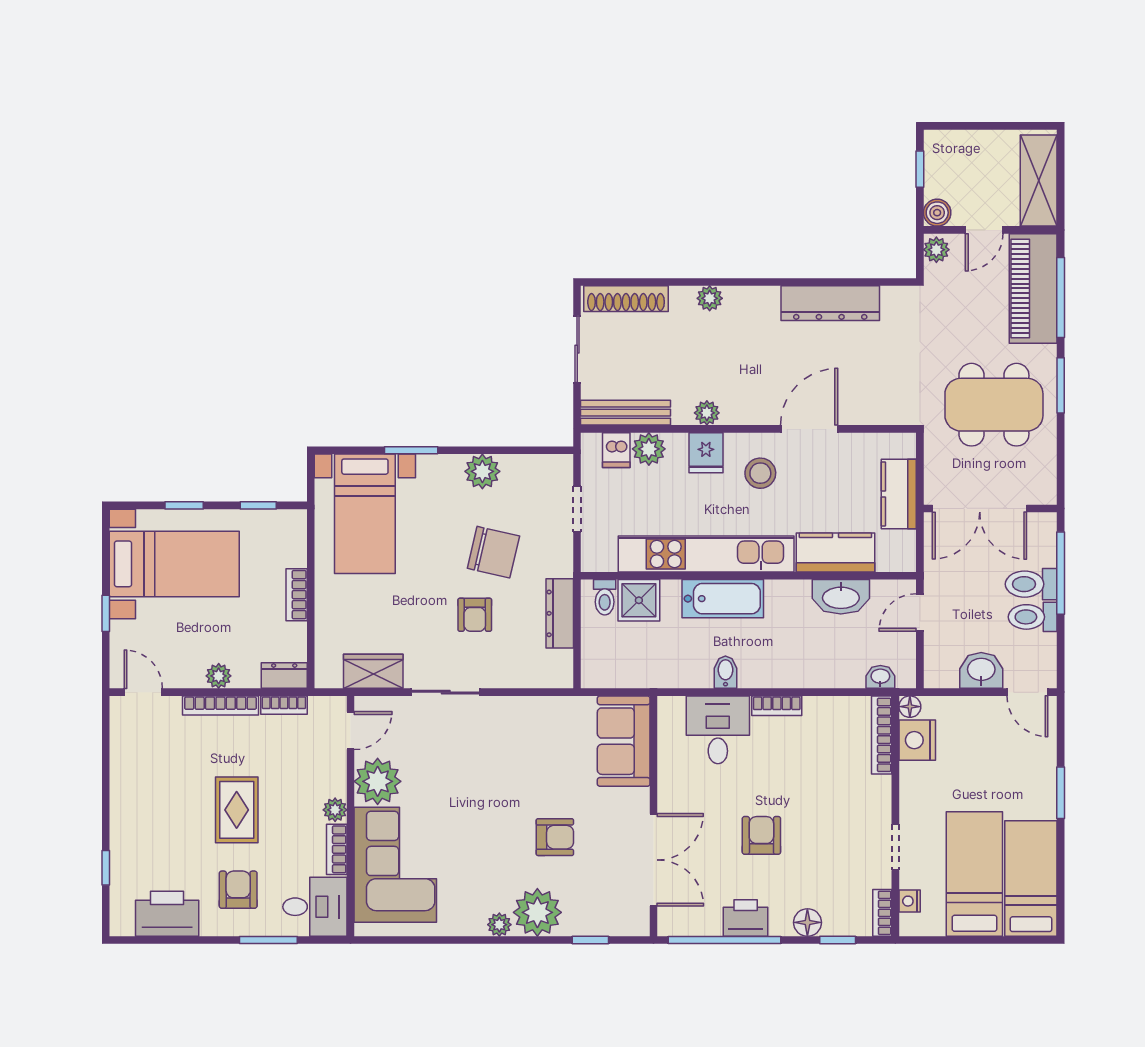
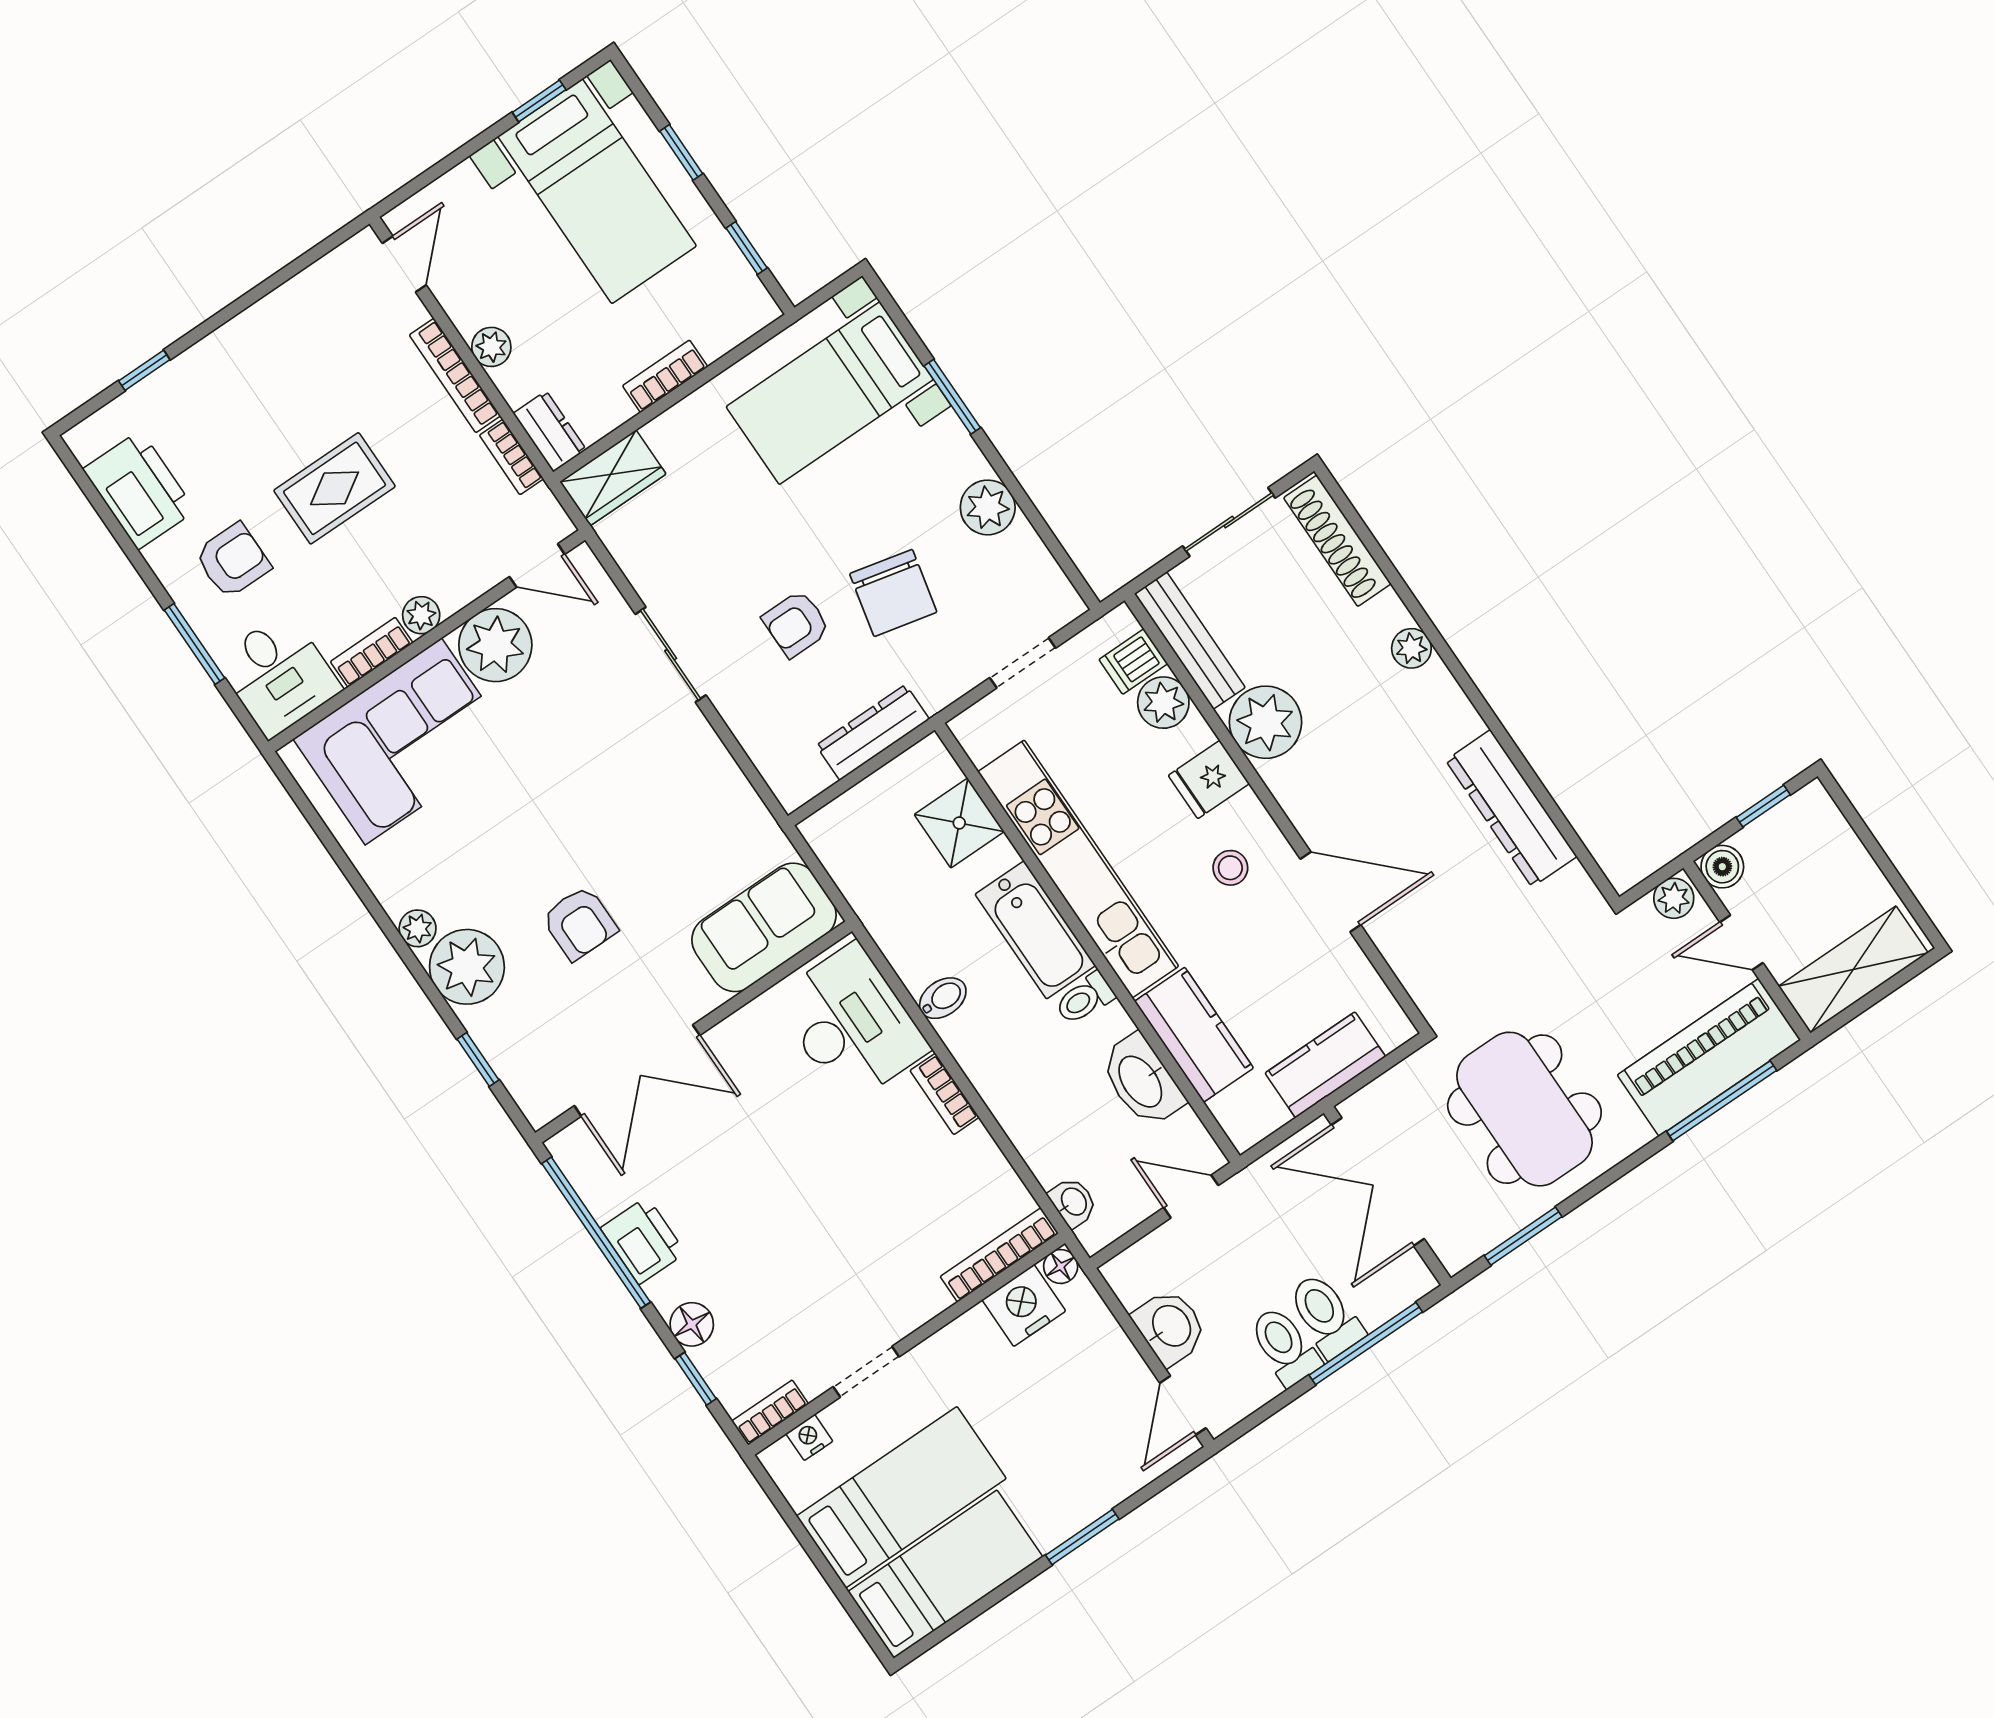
window: (1061, 385) -> (1523, 1236), moved
plant: (707, 413) -> (1265, 722), width x1.87, depth x1.87
stool: (760, 473) -> (1230, 868), width x0.73, depth x0.73
toilet: (605, 597) -> (1085, 998), moved
window: (106, 613) -> (539, 101), moved
wardrobe: (373, 671) -> (613, 478), moved, turned 90
desk: (718, 730) -> (851, 1024), width x1.37
armchair: (761, 835) -> (764, 1188), removed

